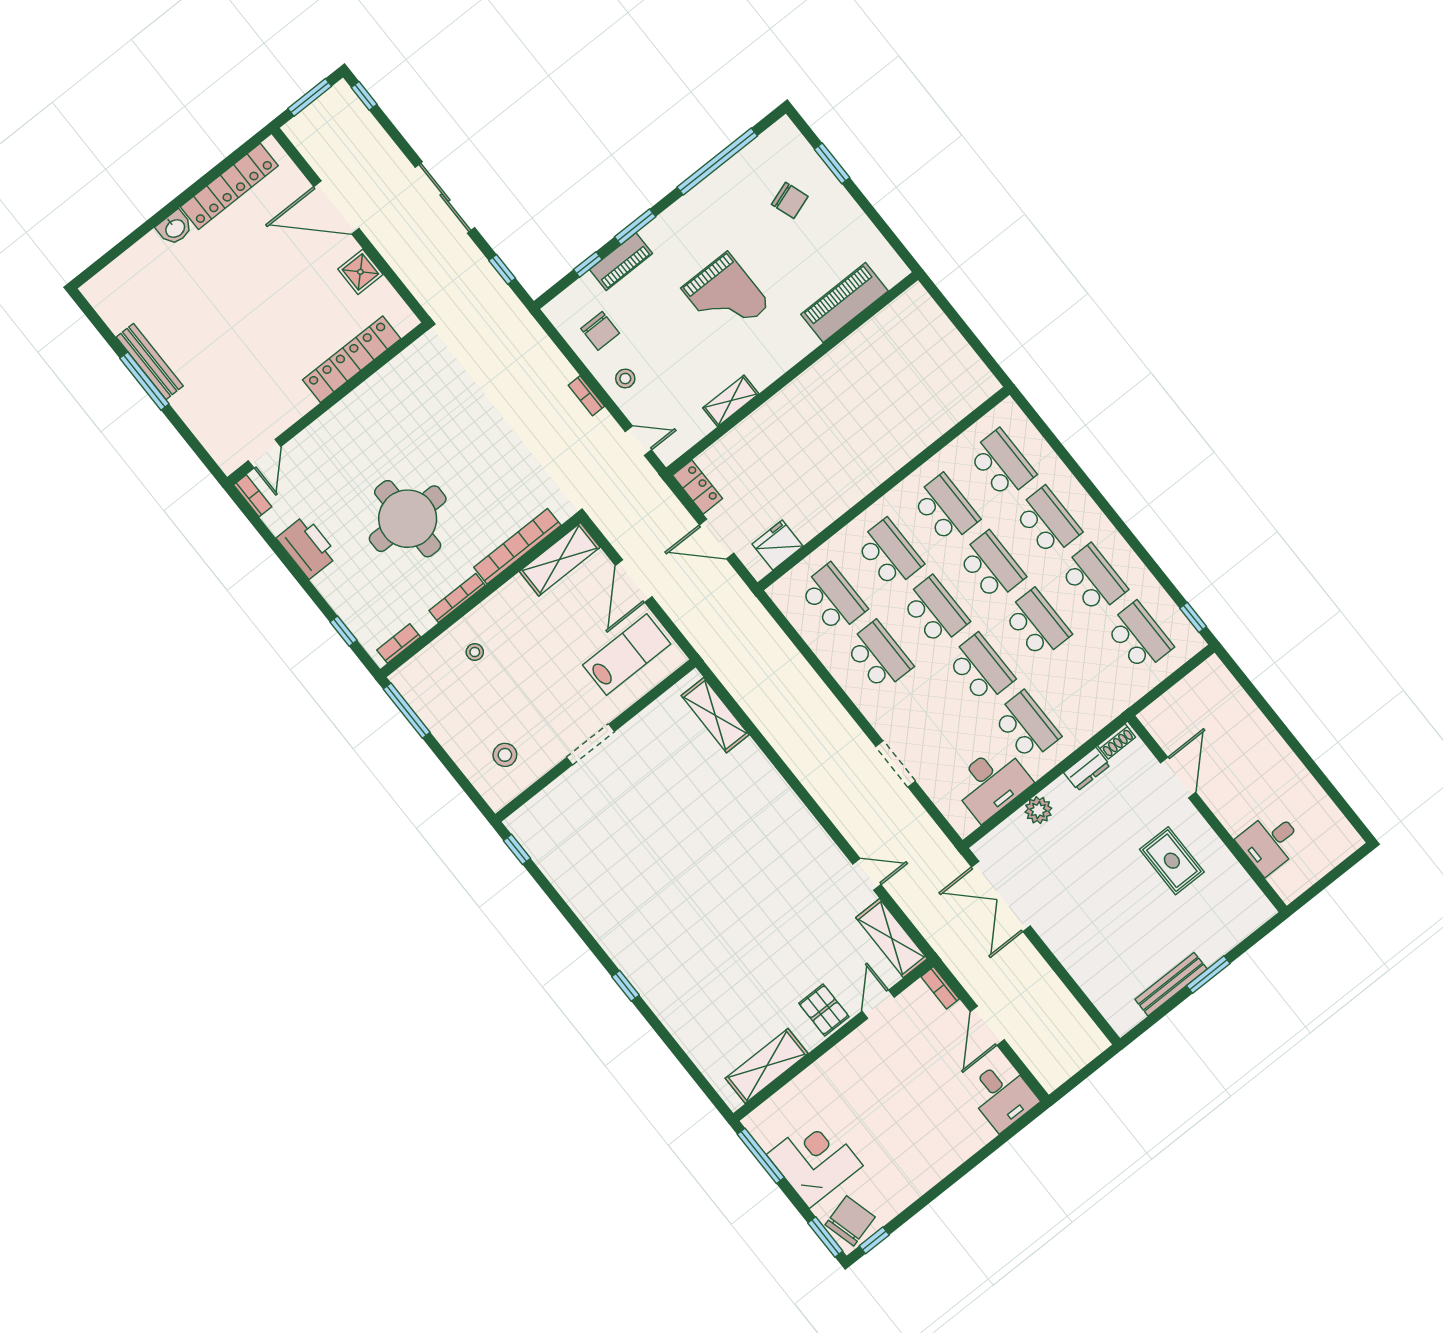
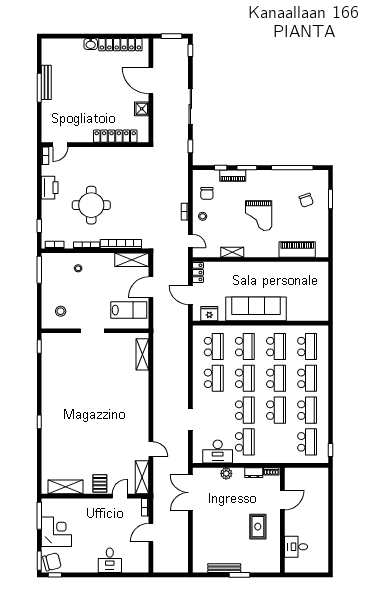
sofa: (855, 469) -> (256, 309), added
desk: (1002, 1095) -> (110, 560), moved

